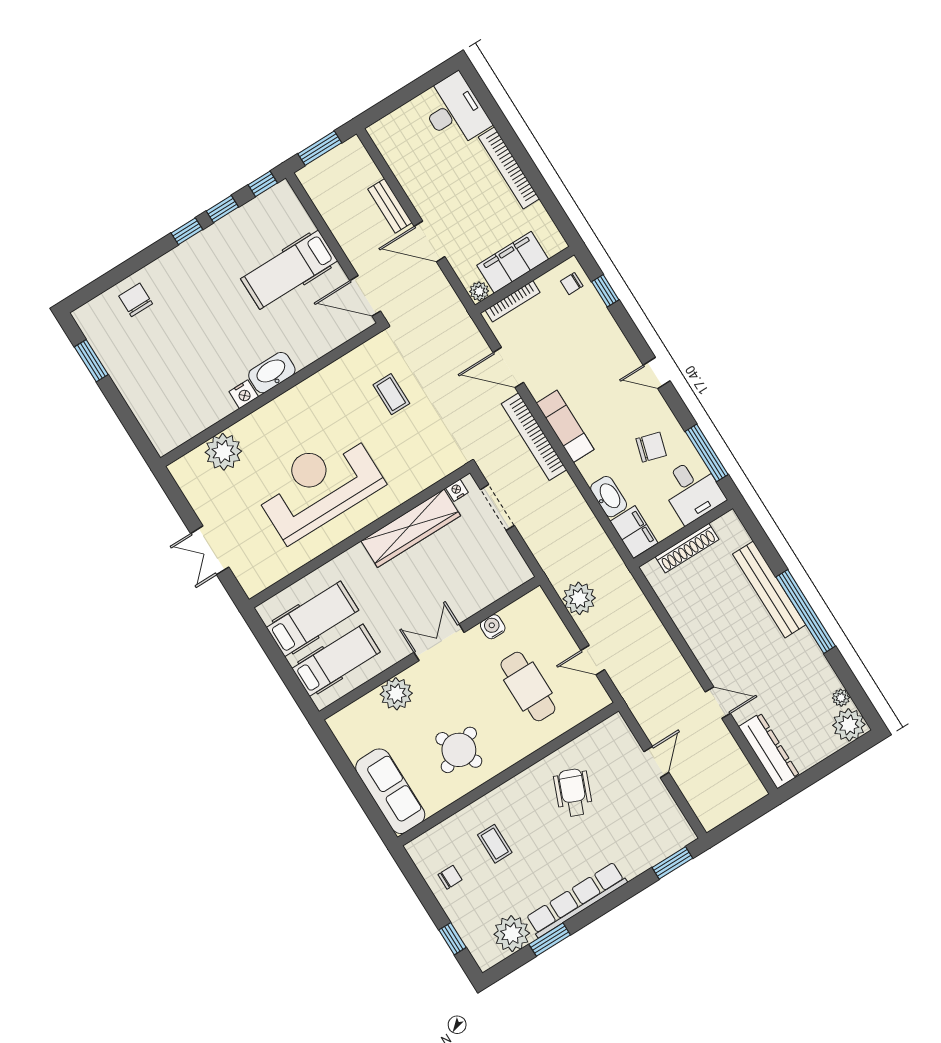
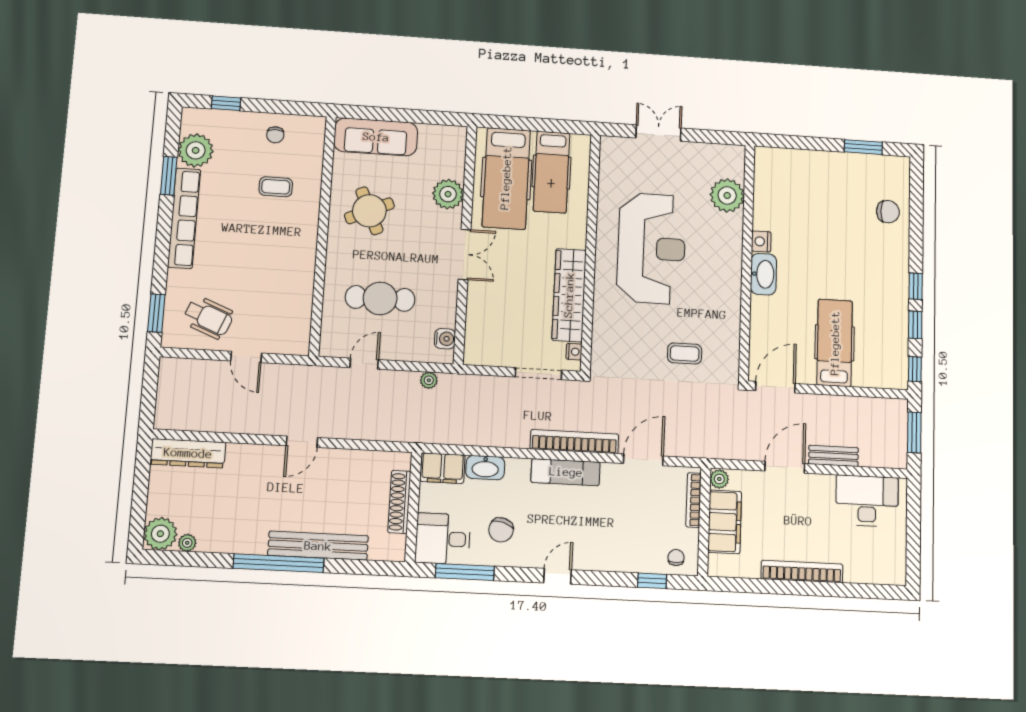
desk: (454, 111) -> (867, 501), moved, turned 180
plant: (579, 598) -> (429, 380), width x0.53, depth x0.53
water cooler: (493, 627) -> (445, 339), moved
hospital bed: (336, 660) -> (506, 178), width x1.37, depth x1.29
door: (718, 703) -> (302, 442), moved
wheelchair: (573, 793) -> (208, 317), moved

